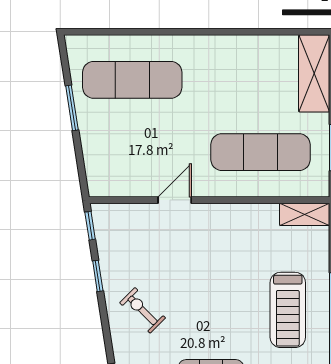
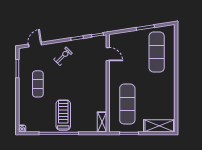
door: (175, 200) -> (108, 54), moved
treadmill: (288, 310) -> (63, 115), turned 90

